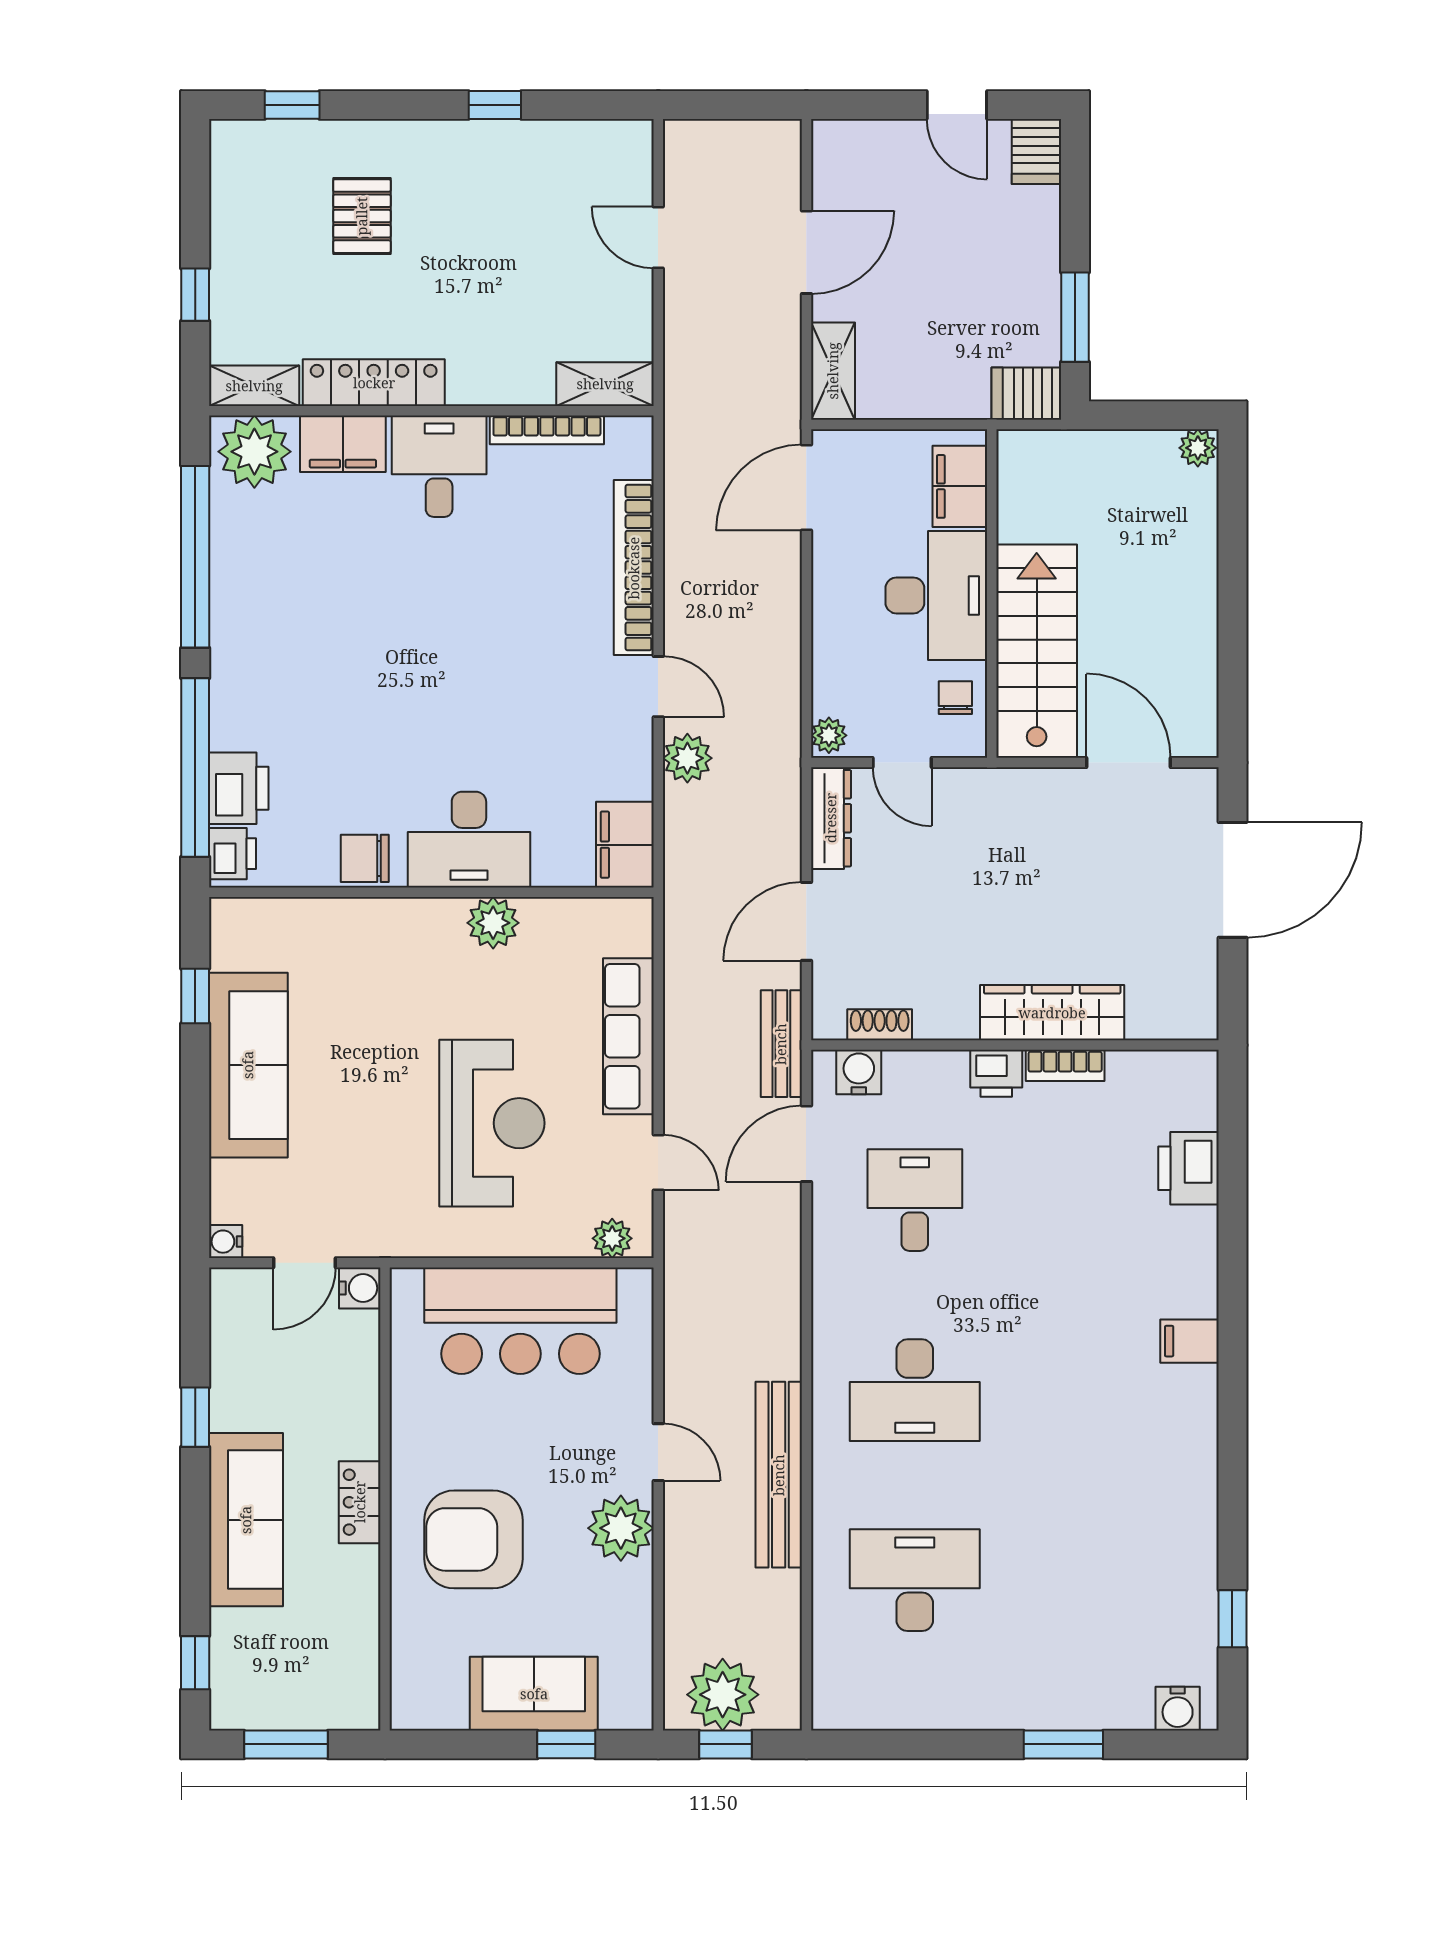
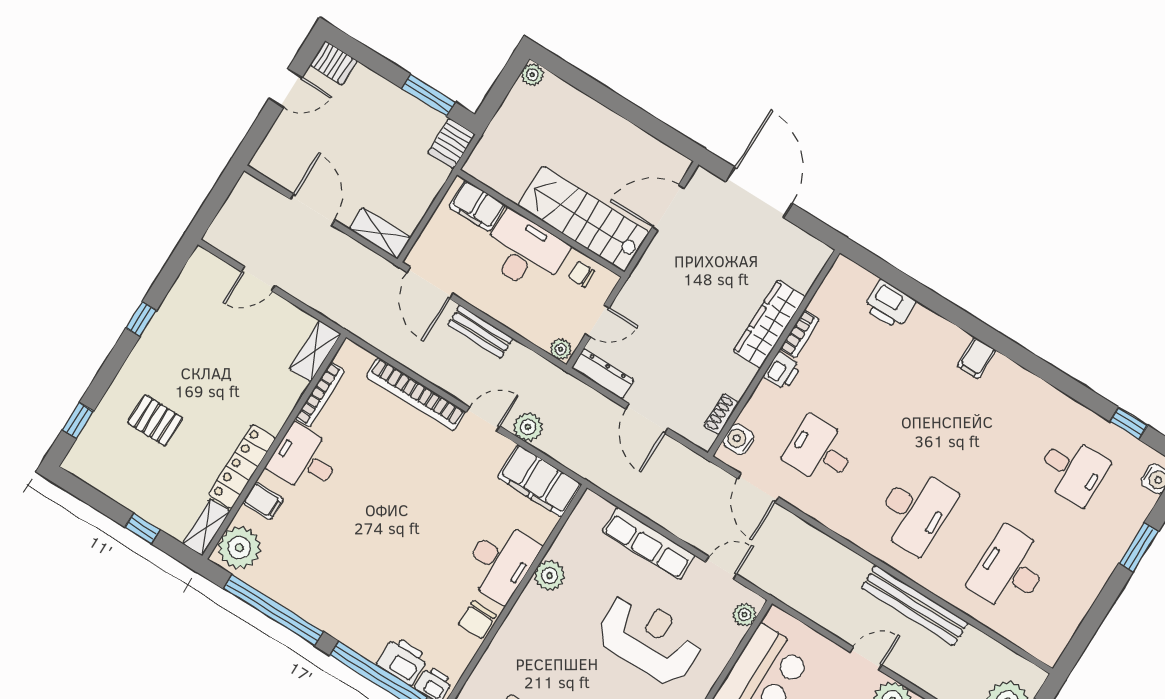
filing cabinet: (343, 444) -> (263, 501), width x0.50
filing cabinet: (625, 845) -> (539, 481), width x1.50, depth x1.17
bench: (781, 1044) -> (480, 332), moved
desk: (1115, 1580) -> (1073, 470), added

